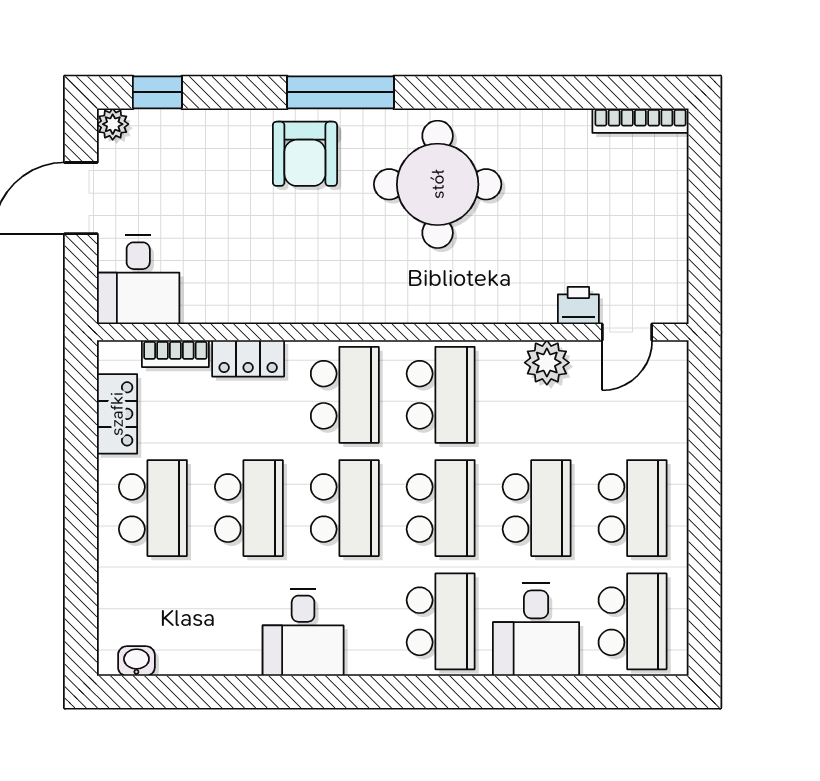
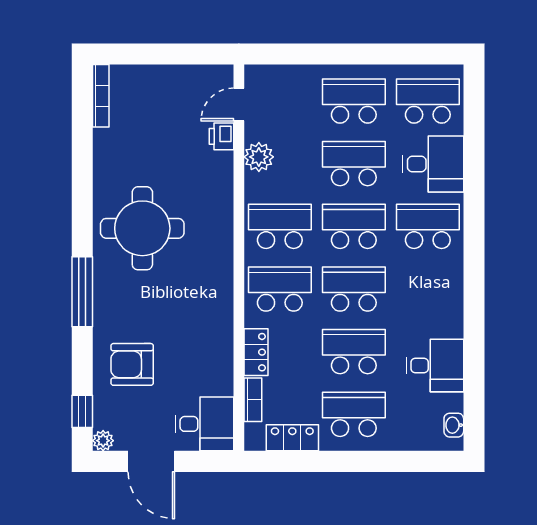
armchair: (305, 154) -> (132, 364), moved, turned 180
door: (627, 332) -> (239, 105), swing flipped
desk: (303, 632) -> (435, 365), moved

